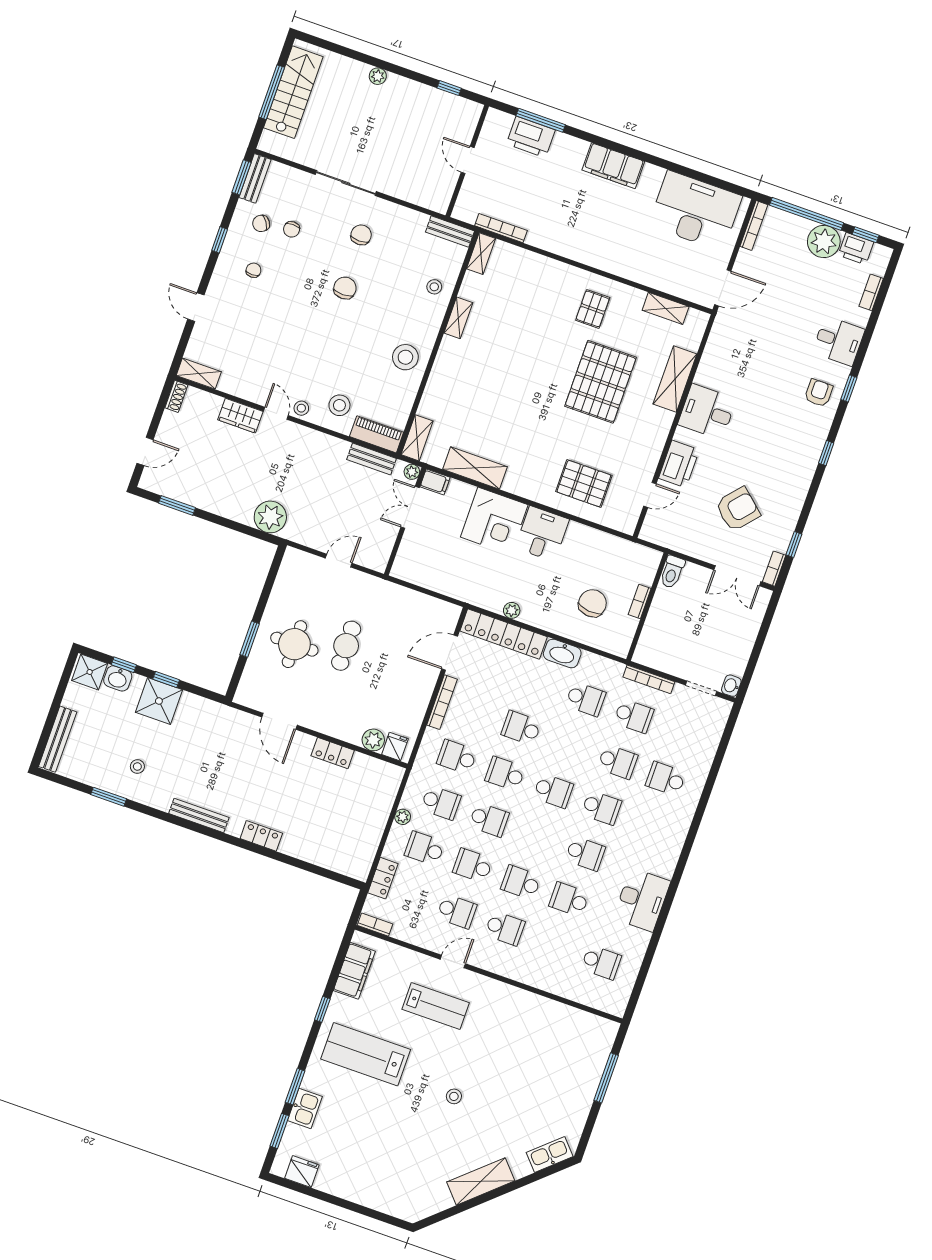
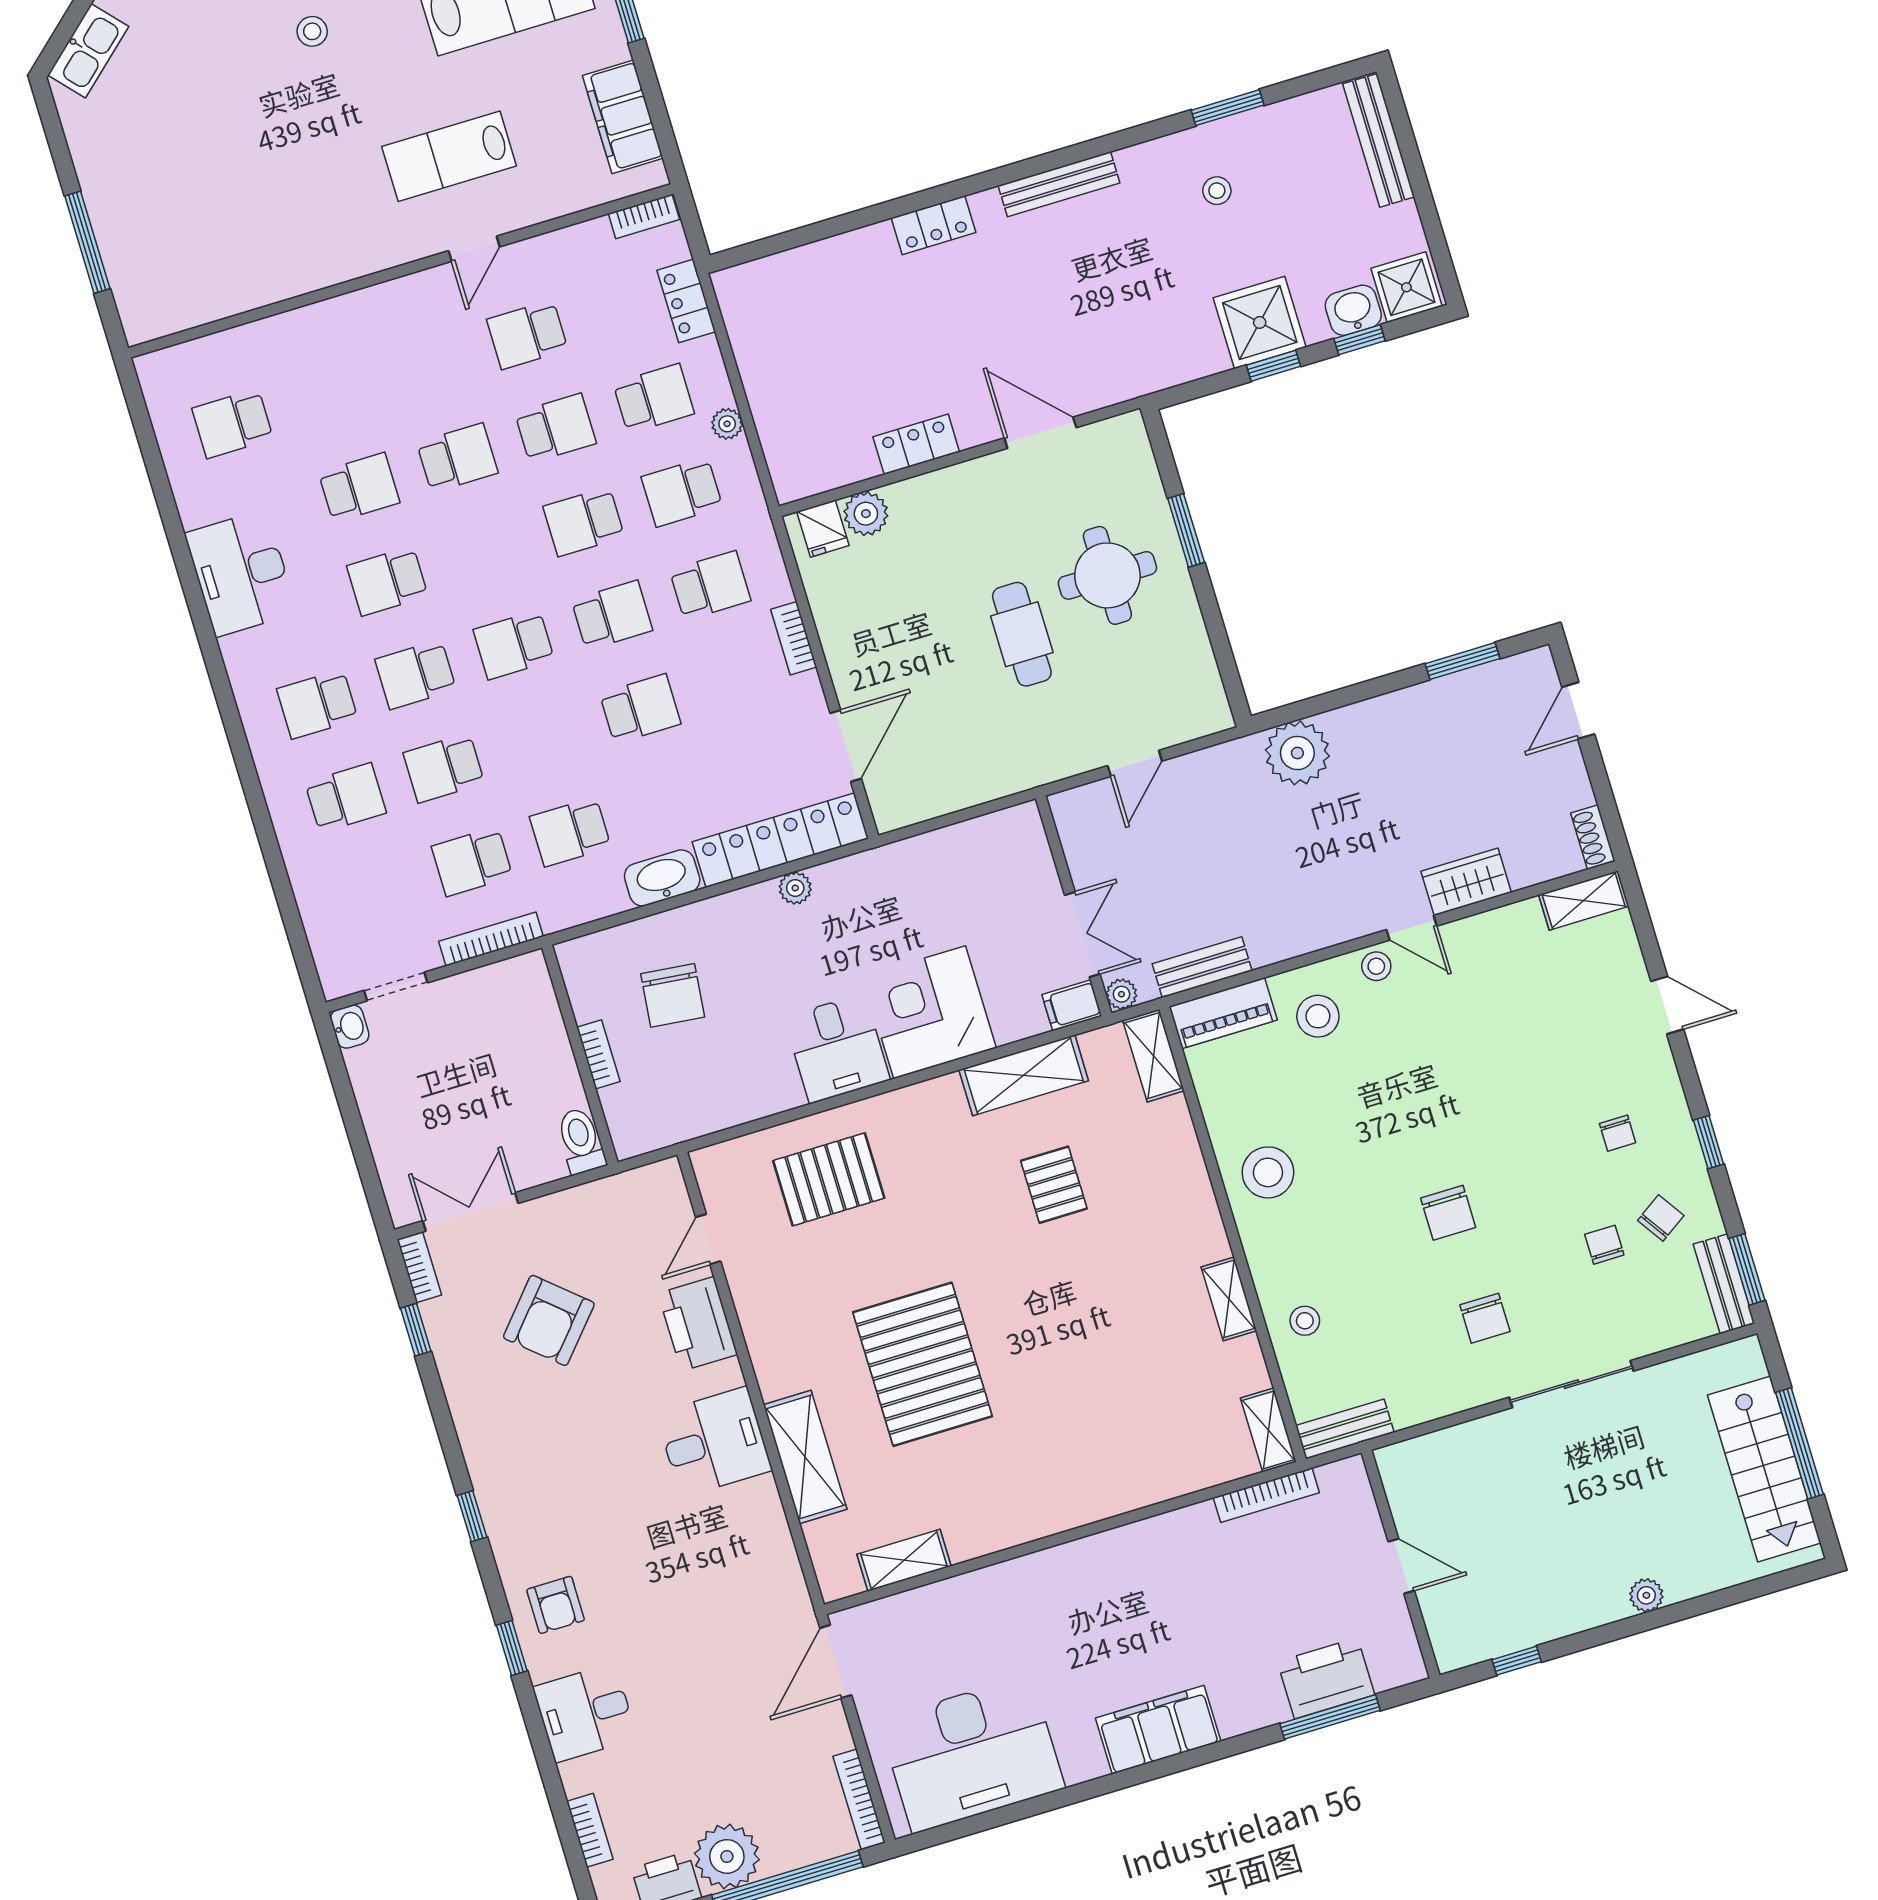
pallet: (593, 309) -> (1054, 1185), moved
bookcase: (442, 702) -> (794, 638), width x0.64
school desk: (505, 928) -> (317, 704), moved

